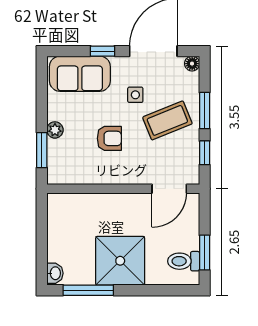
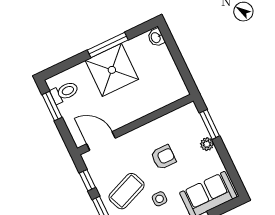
armchair: (109, 138) -> (163, 157), turned 180
door: (169, 189) -> (101, 141), hinge flipped
window: (88, 290) -> (108, 45), moved

